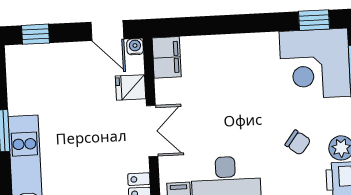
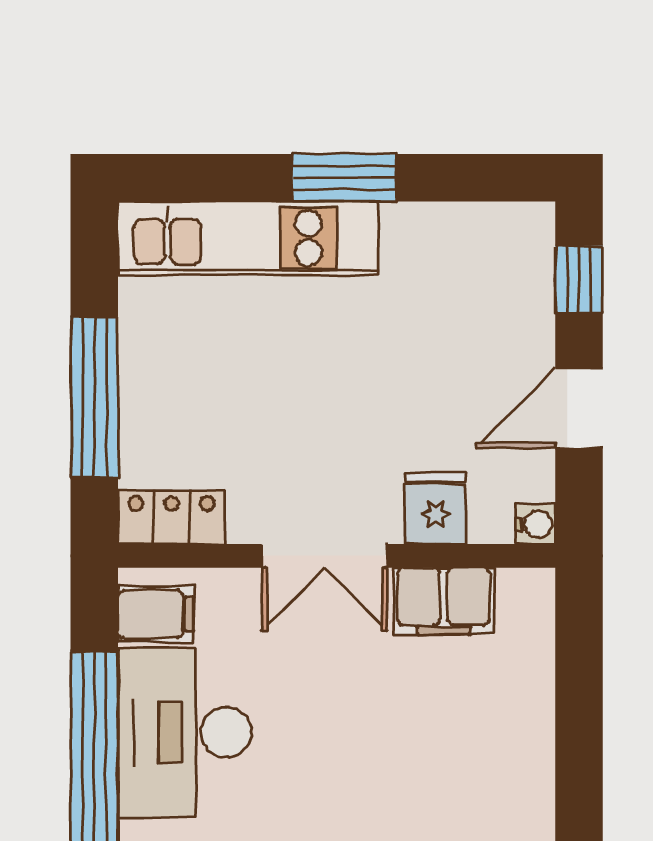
door: (107, 31) -> (579, 408), moved
filing cabinet: (167, 57) -> (444, 601), moved

